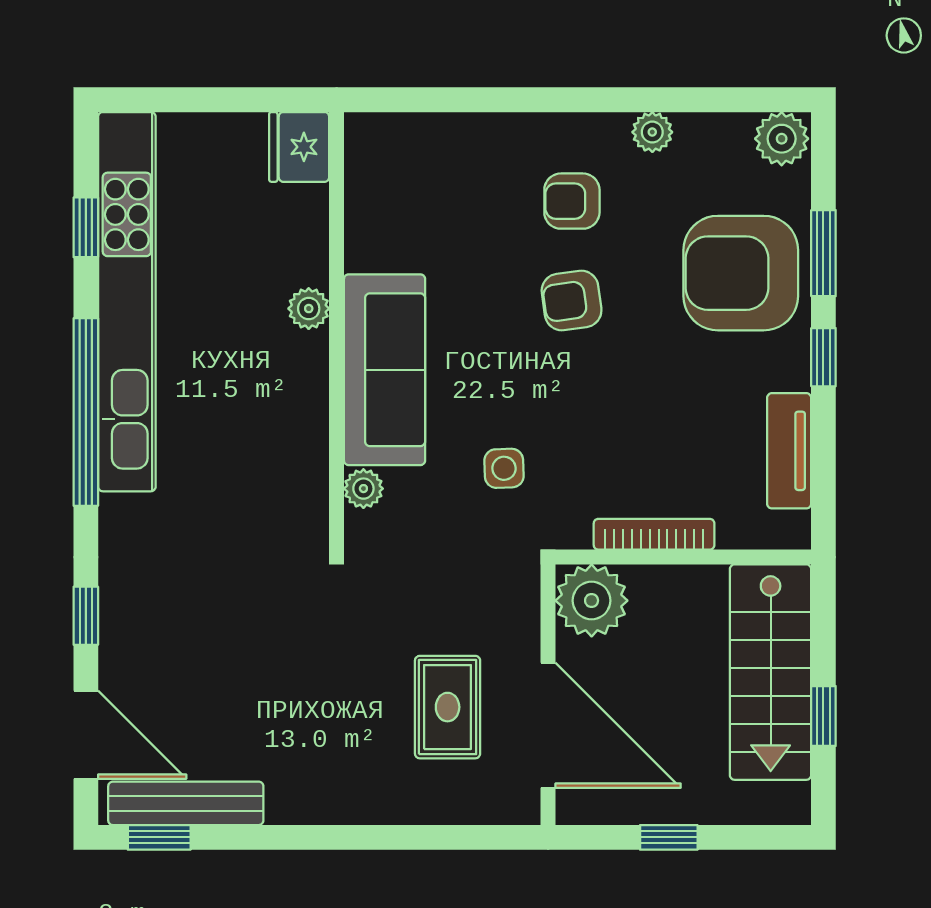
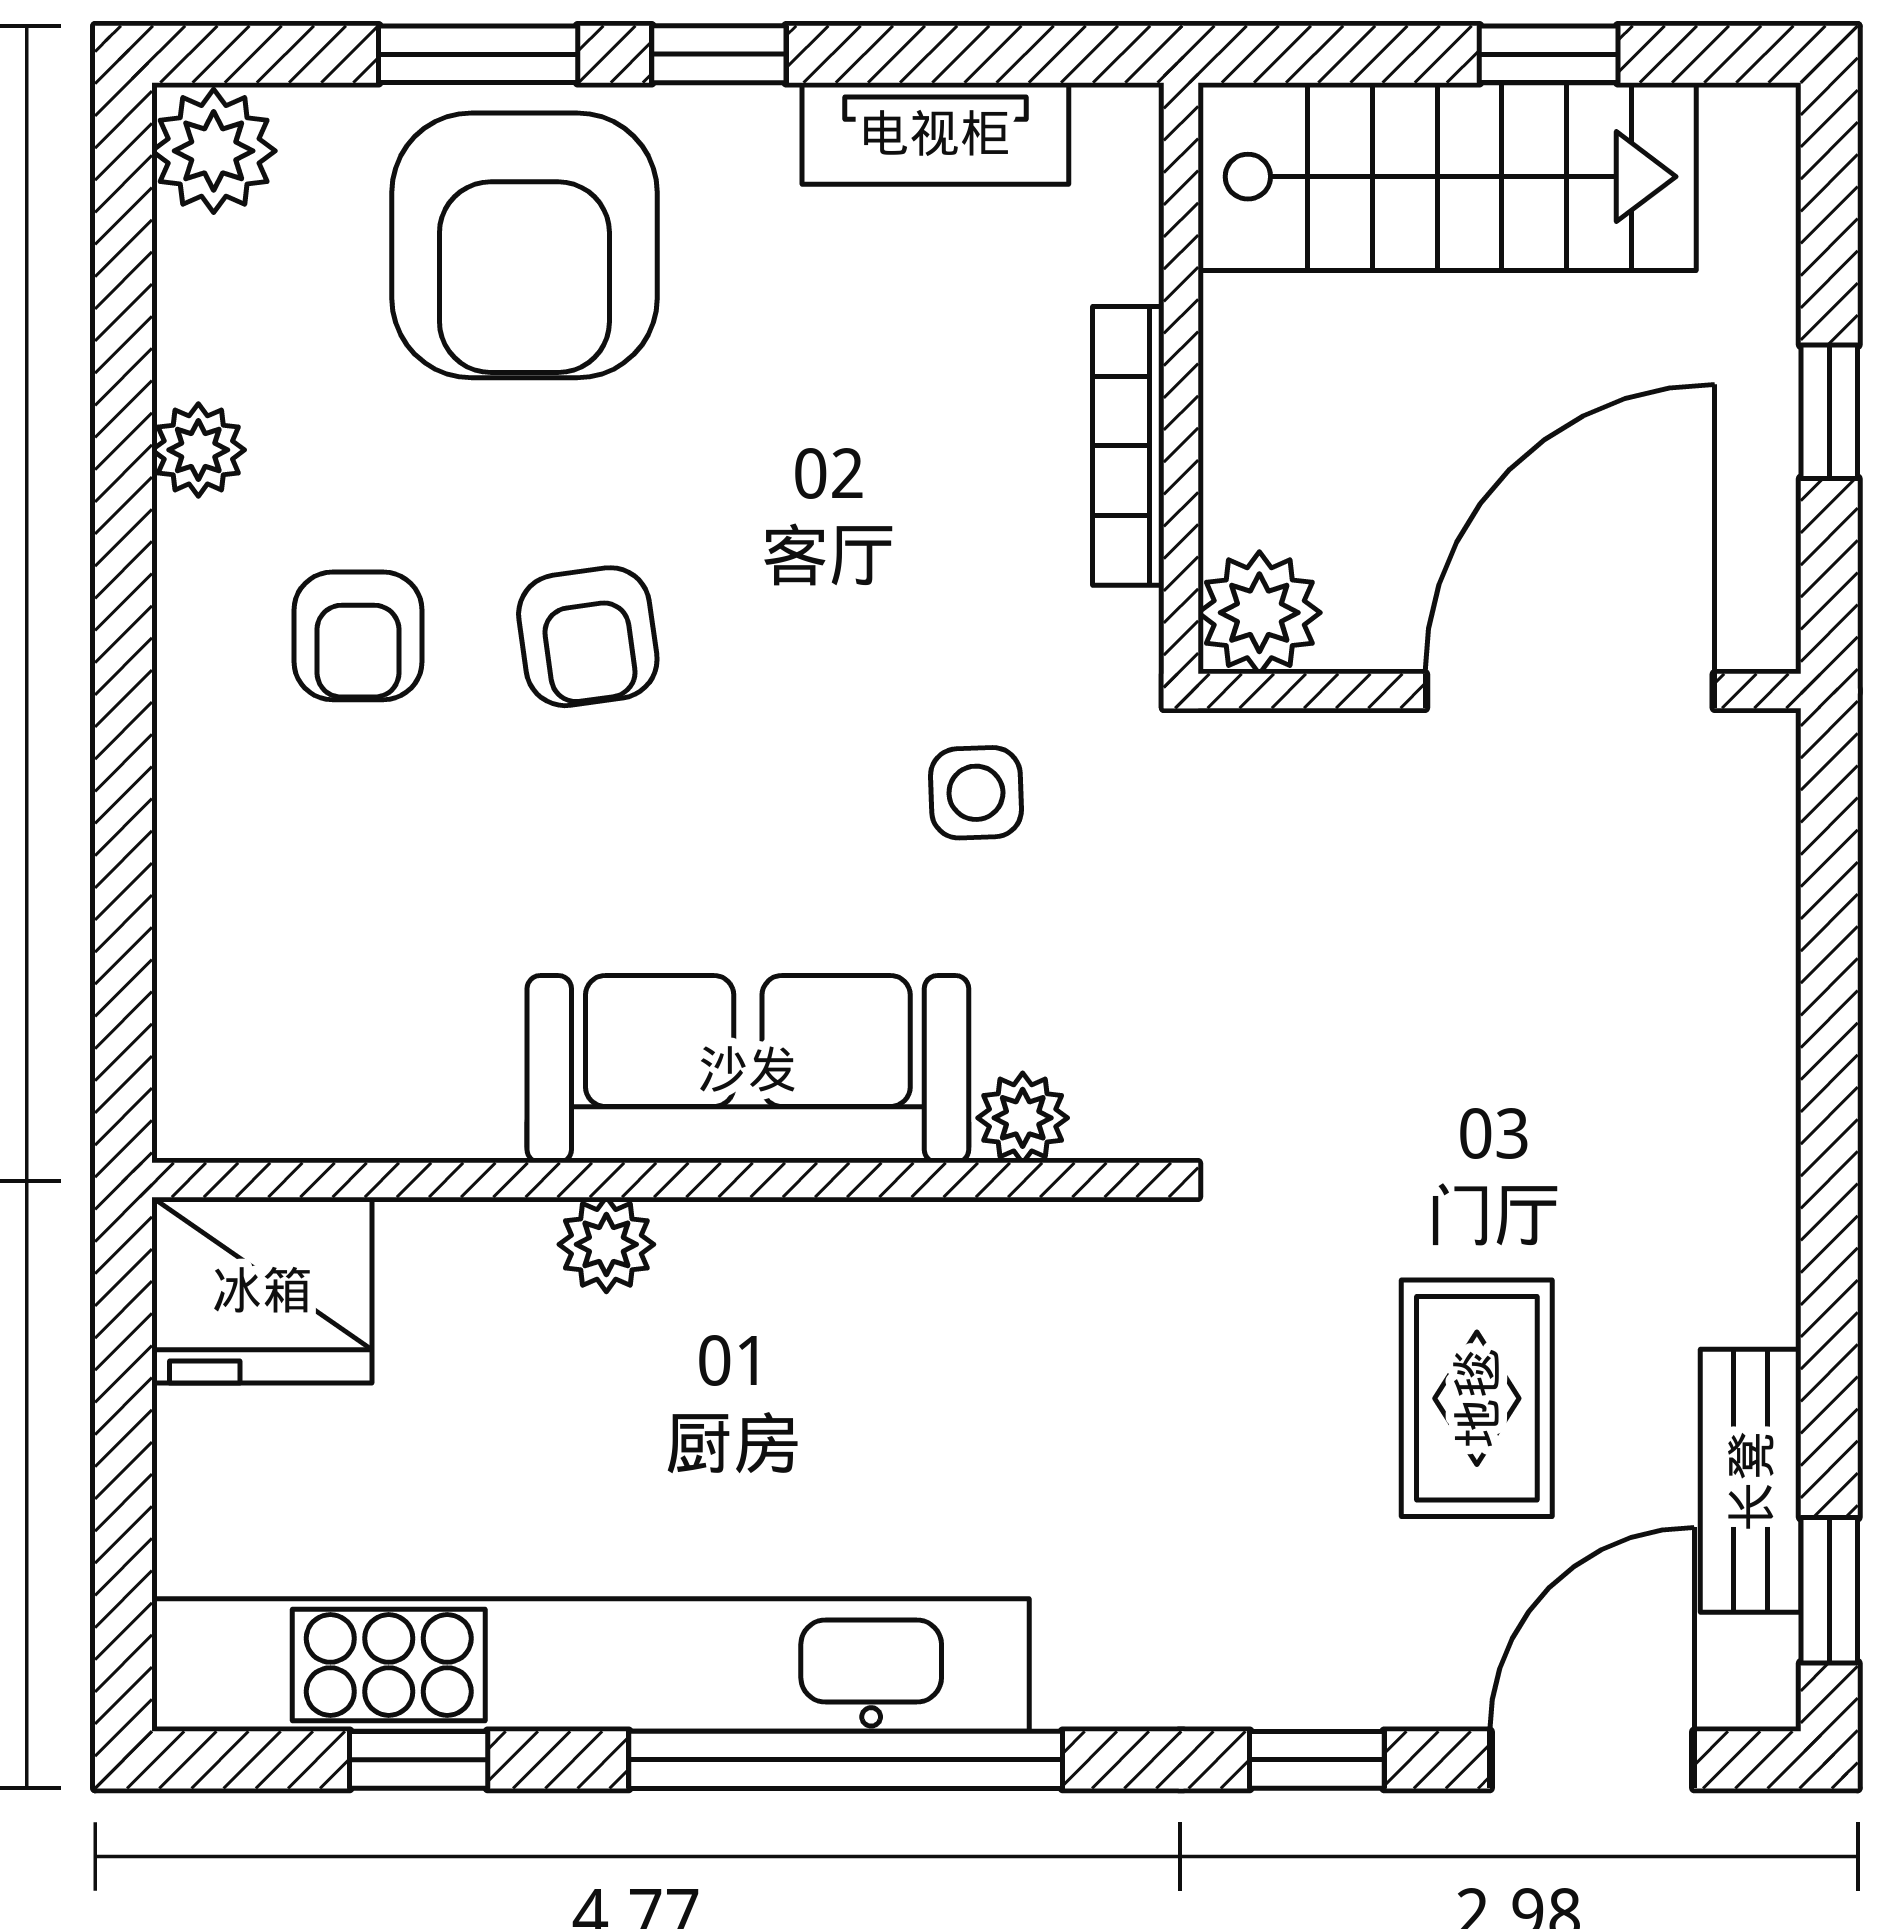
fridge: (299, 147) -> (262, 1290), width x1.36, depth x1.34
plant: (592, 601) -> (1259, 613), width x0.73, depth x0.73
rug: (448, 707) -> (1477, 1398), moved, turned 90
bench: (186, 803) -> (1751, 1481), width x0.73

